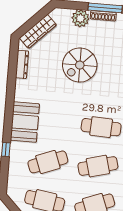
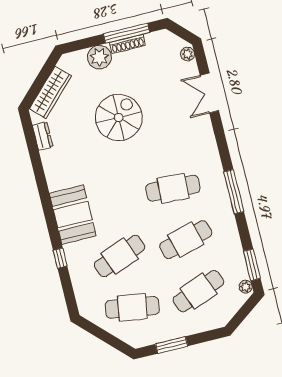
dresser: (22, 64) -> (43, 136), width x0.70
spiral stairs: (80, 65) -> (119, 118), turned 180

